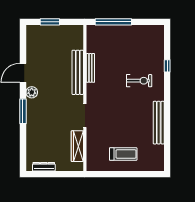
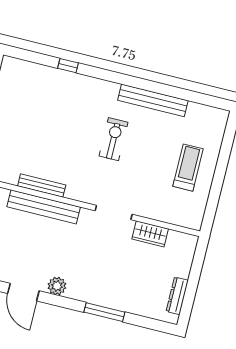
exercise bike: (139, 81) -> (114, 139), moved
window: (23, 111) -> (104, 312), moved
wardrobe: (77, 146) -> (150, 234), width x0.67

